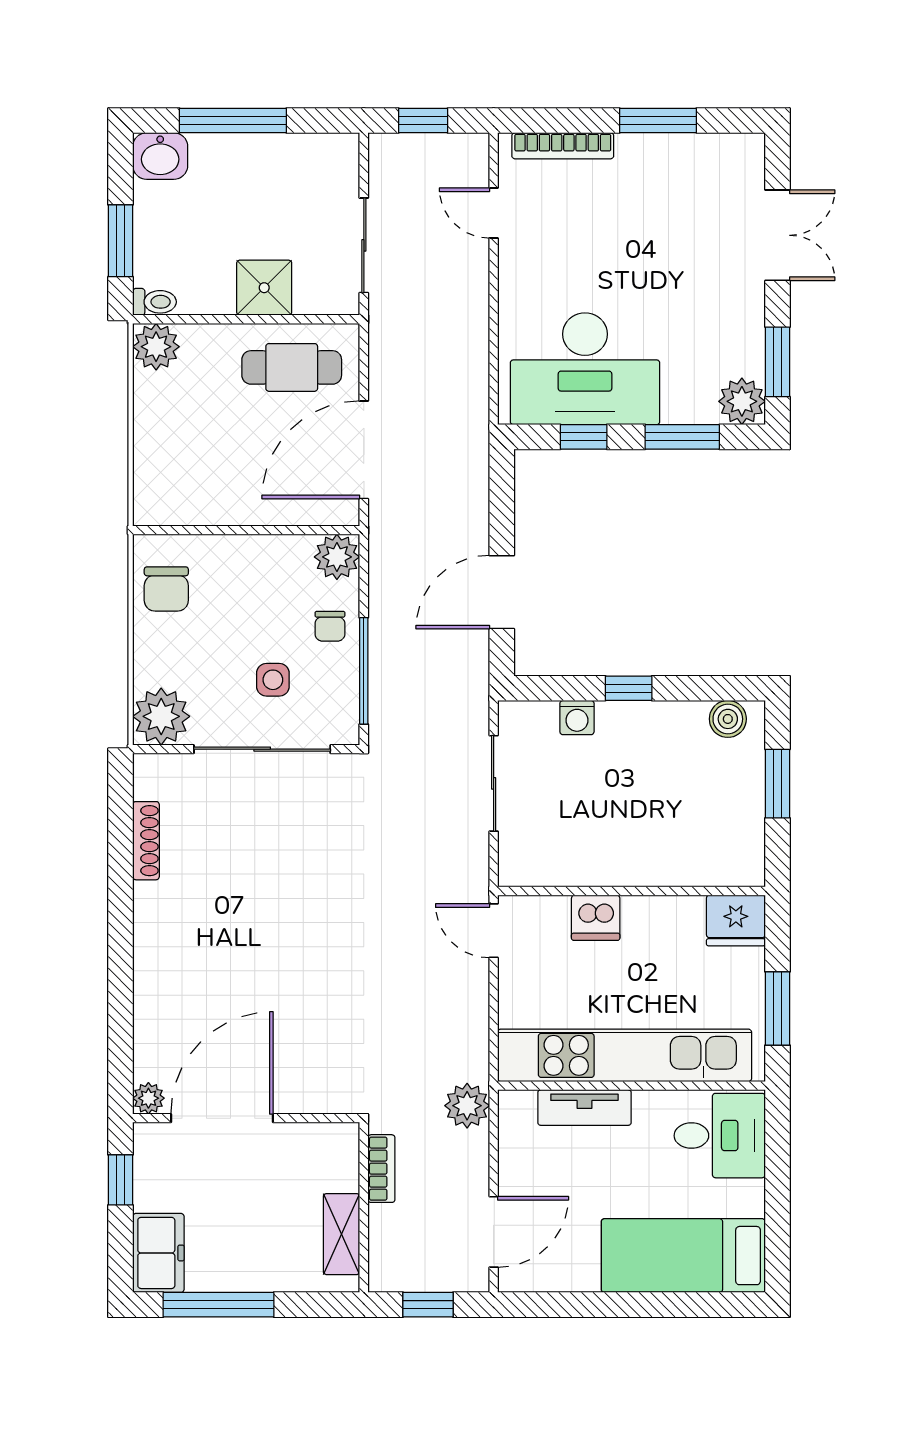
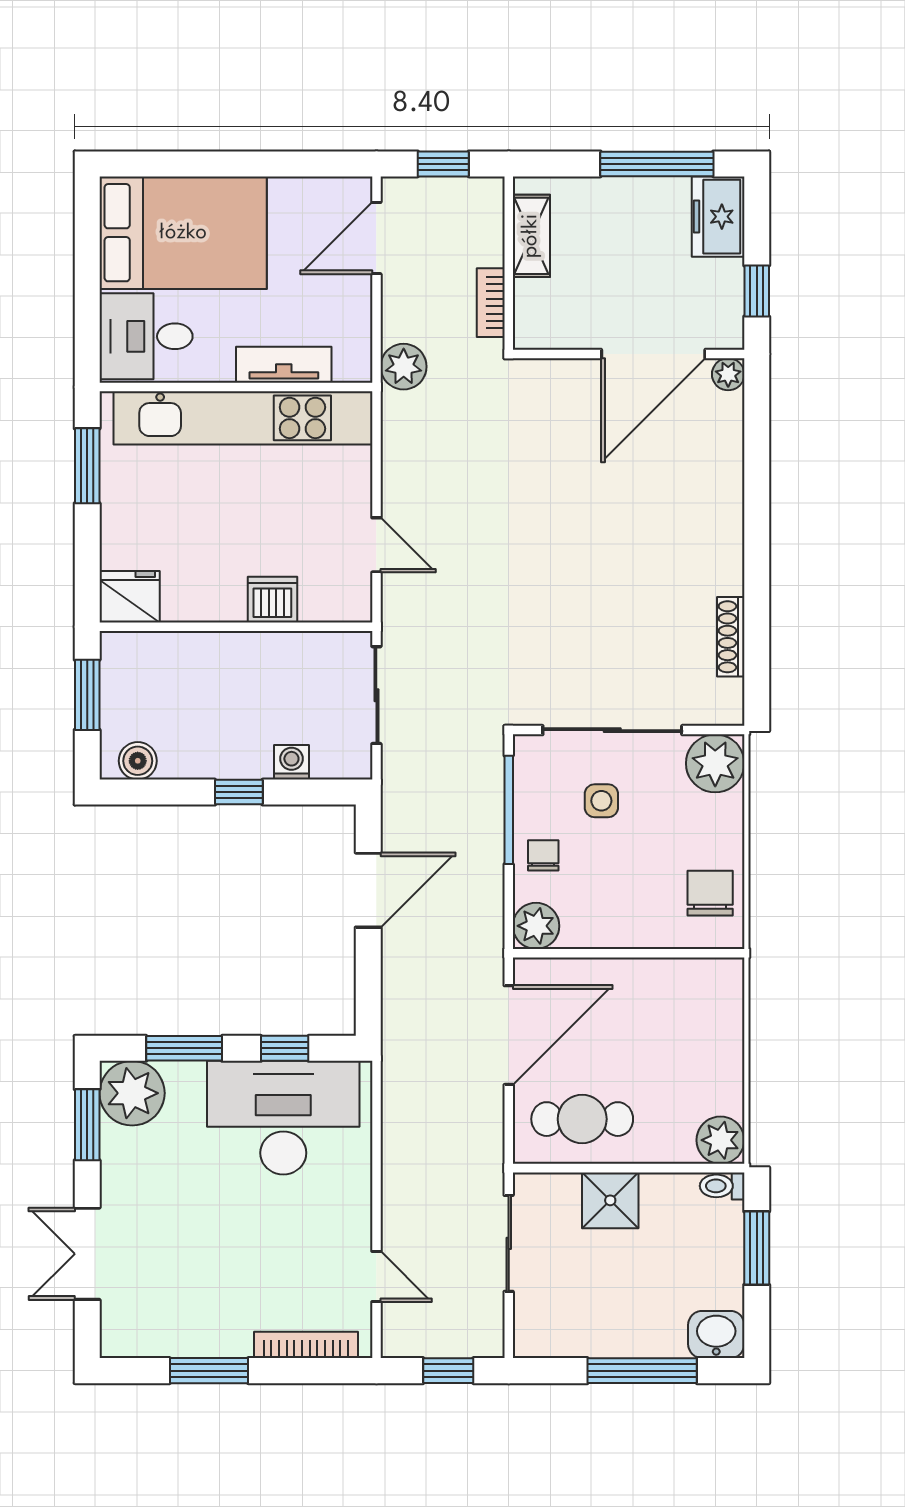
plant: (742, 401) -> (132, 1093), width x1.36, depth x1.36
wall: (631, 891) -> (236, 627), moved
dishwasher: (596, 918) -> (272, 600), moved
fridge: (736, 920) -> (130, 597), moved
bed: (683, 1256) -> (183, 233), width x1.50

